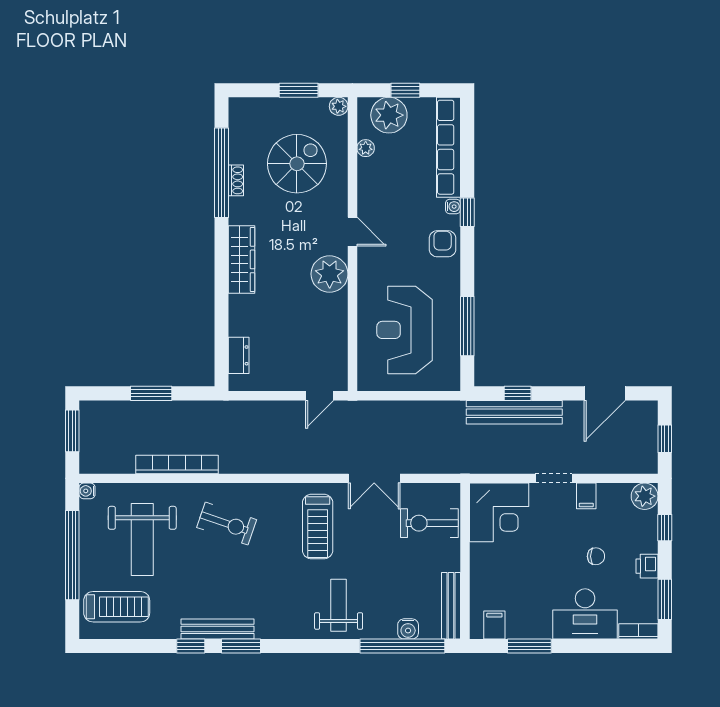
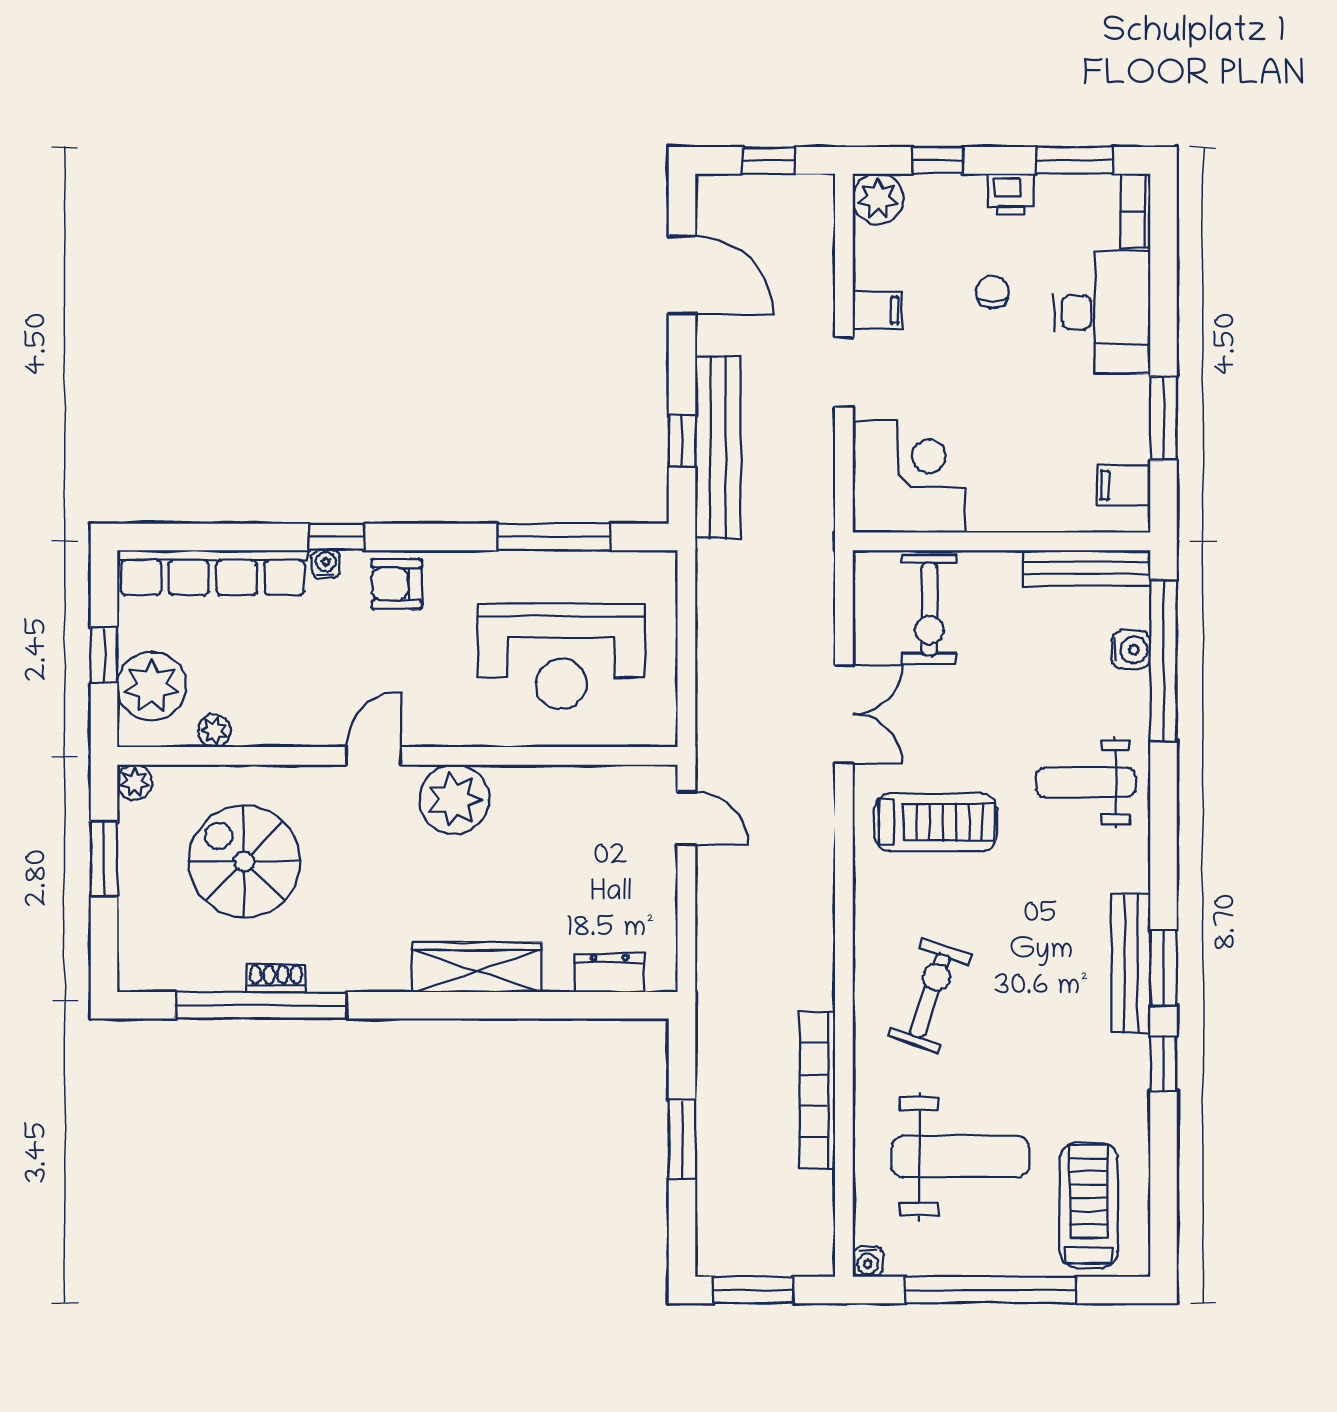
wardrobe: (242, 259) -> (477, 967), moved
bench: (217, 629) -> (1131, 963), moved

